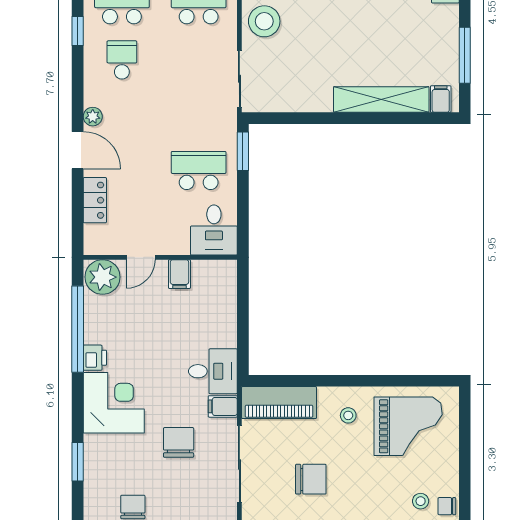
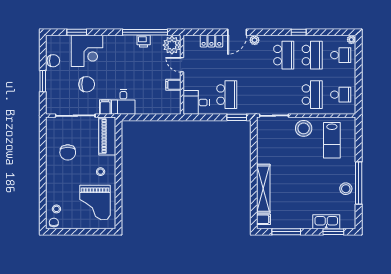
school desk: (122, 60) -> (284, 55), width x1.85
printer: (95, 358) -> (144, 41), moved
corner desk: (114, 403) -> (87, 51), moved

